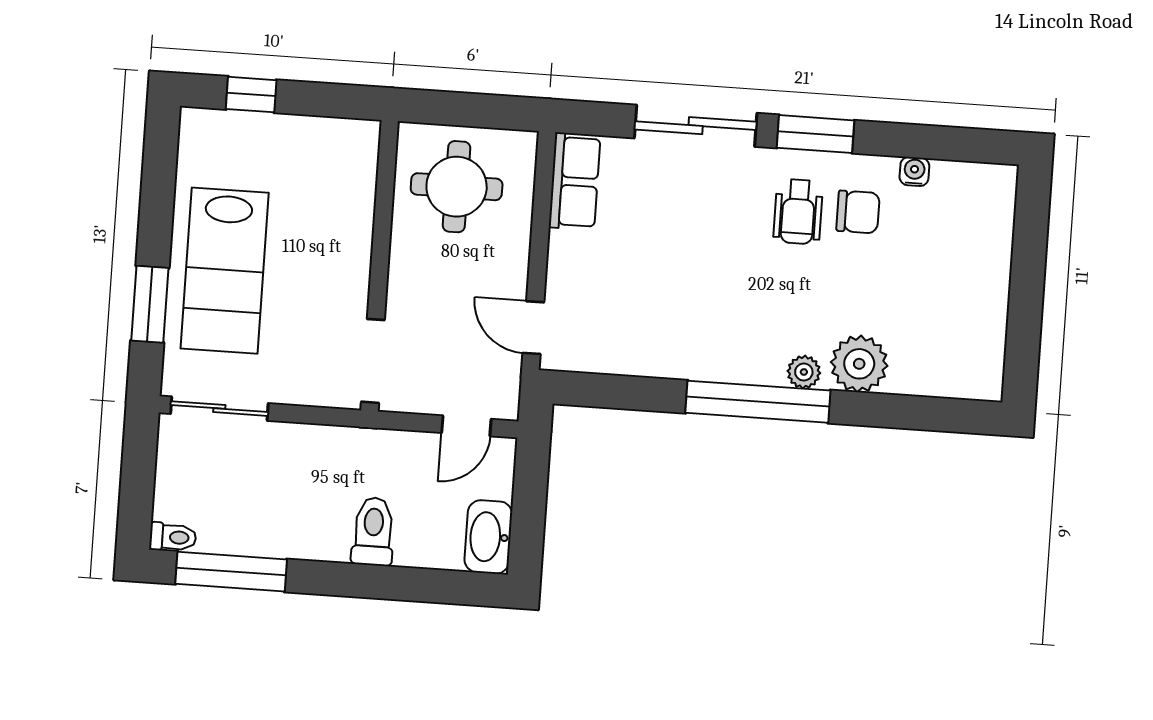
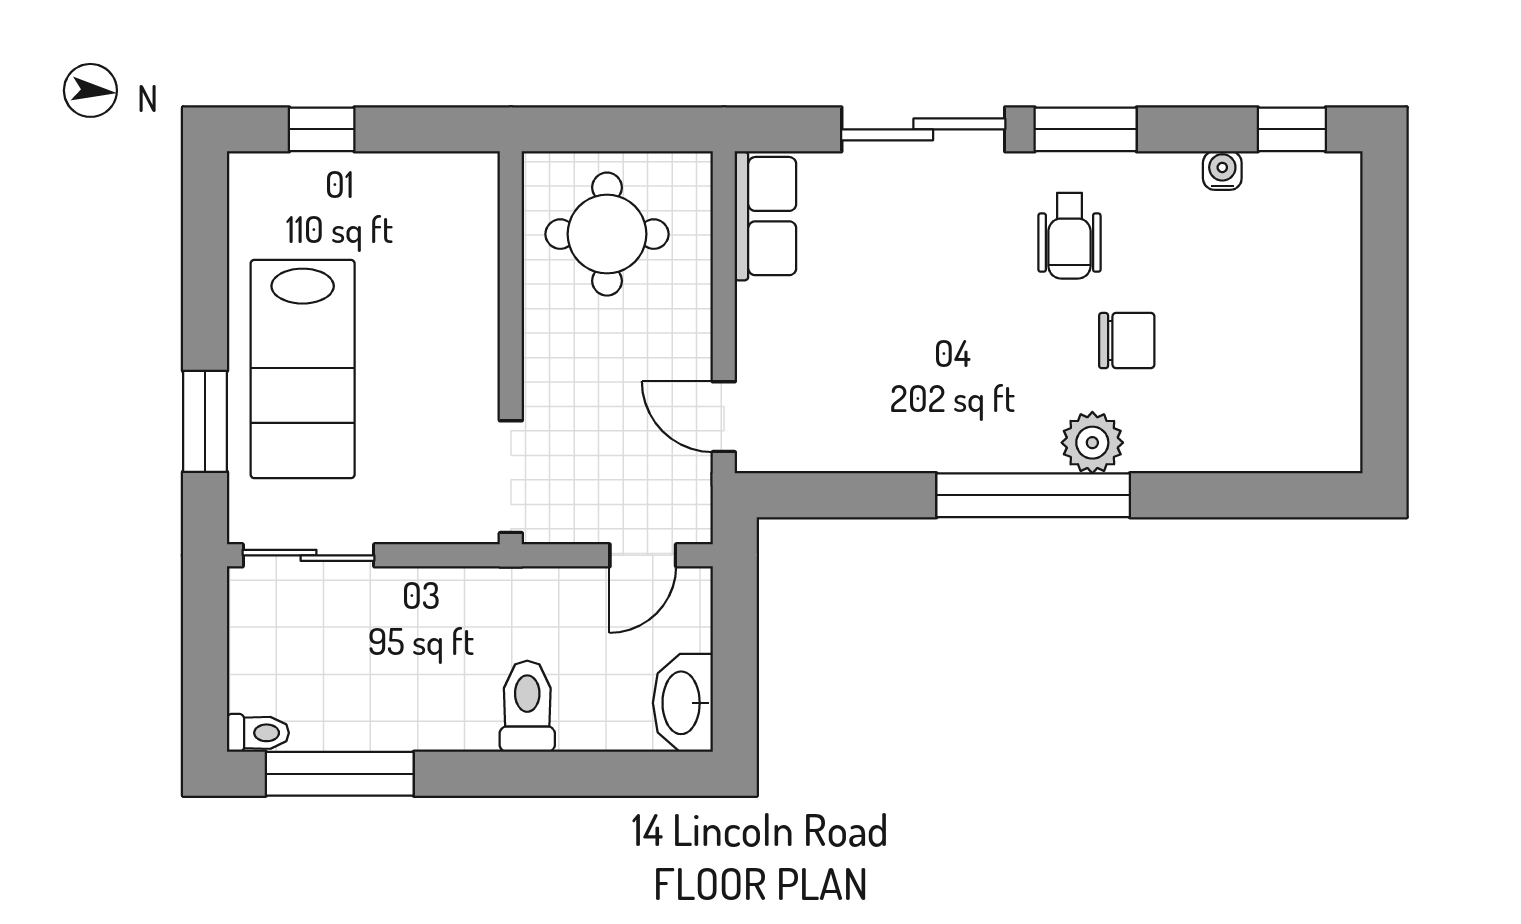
window: (968, 145) -> (1292, 129), added
chair: (858, 212) -> (1127, 341), moved
plant: (859, 364) -> (1166, 435), removed
plant: (804, 372) -> (1092, 443), width x1.38, depth x1.38

